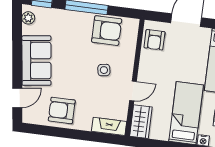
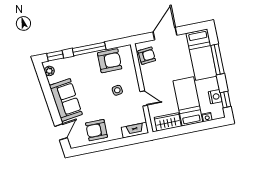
armchair: (154, 40) -> (147, 56), turned -95
door: (133, 91) -> (144, 98), hinge flipped
wardrobe: (141, 122) -> (168, 122), moved, turned -90

